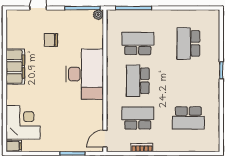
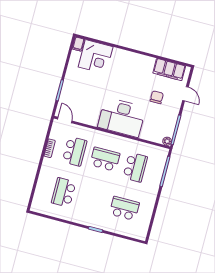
filing cabinet: (15, 67) -> (169, 70), moved

